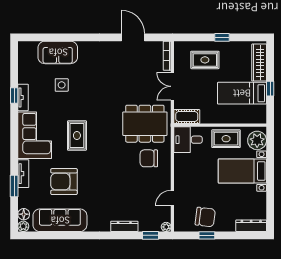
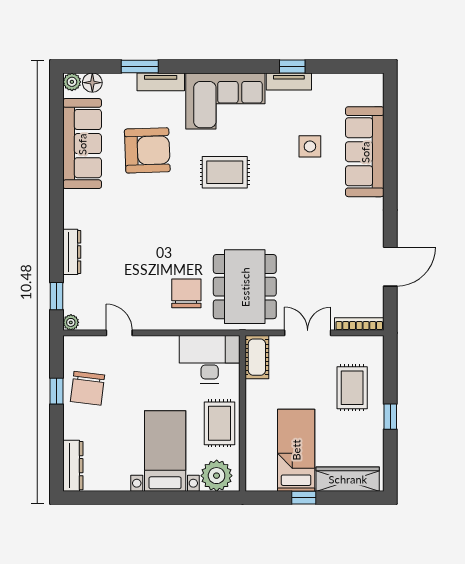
sofa: (58, 52) -> (365, 152), width x1.36
desk: (188, 140) -> (210, 359), width x1.37
armchair: (64, 182) -> (147, 150), turned 88

